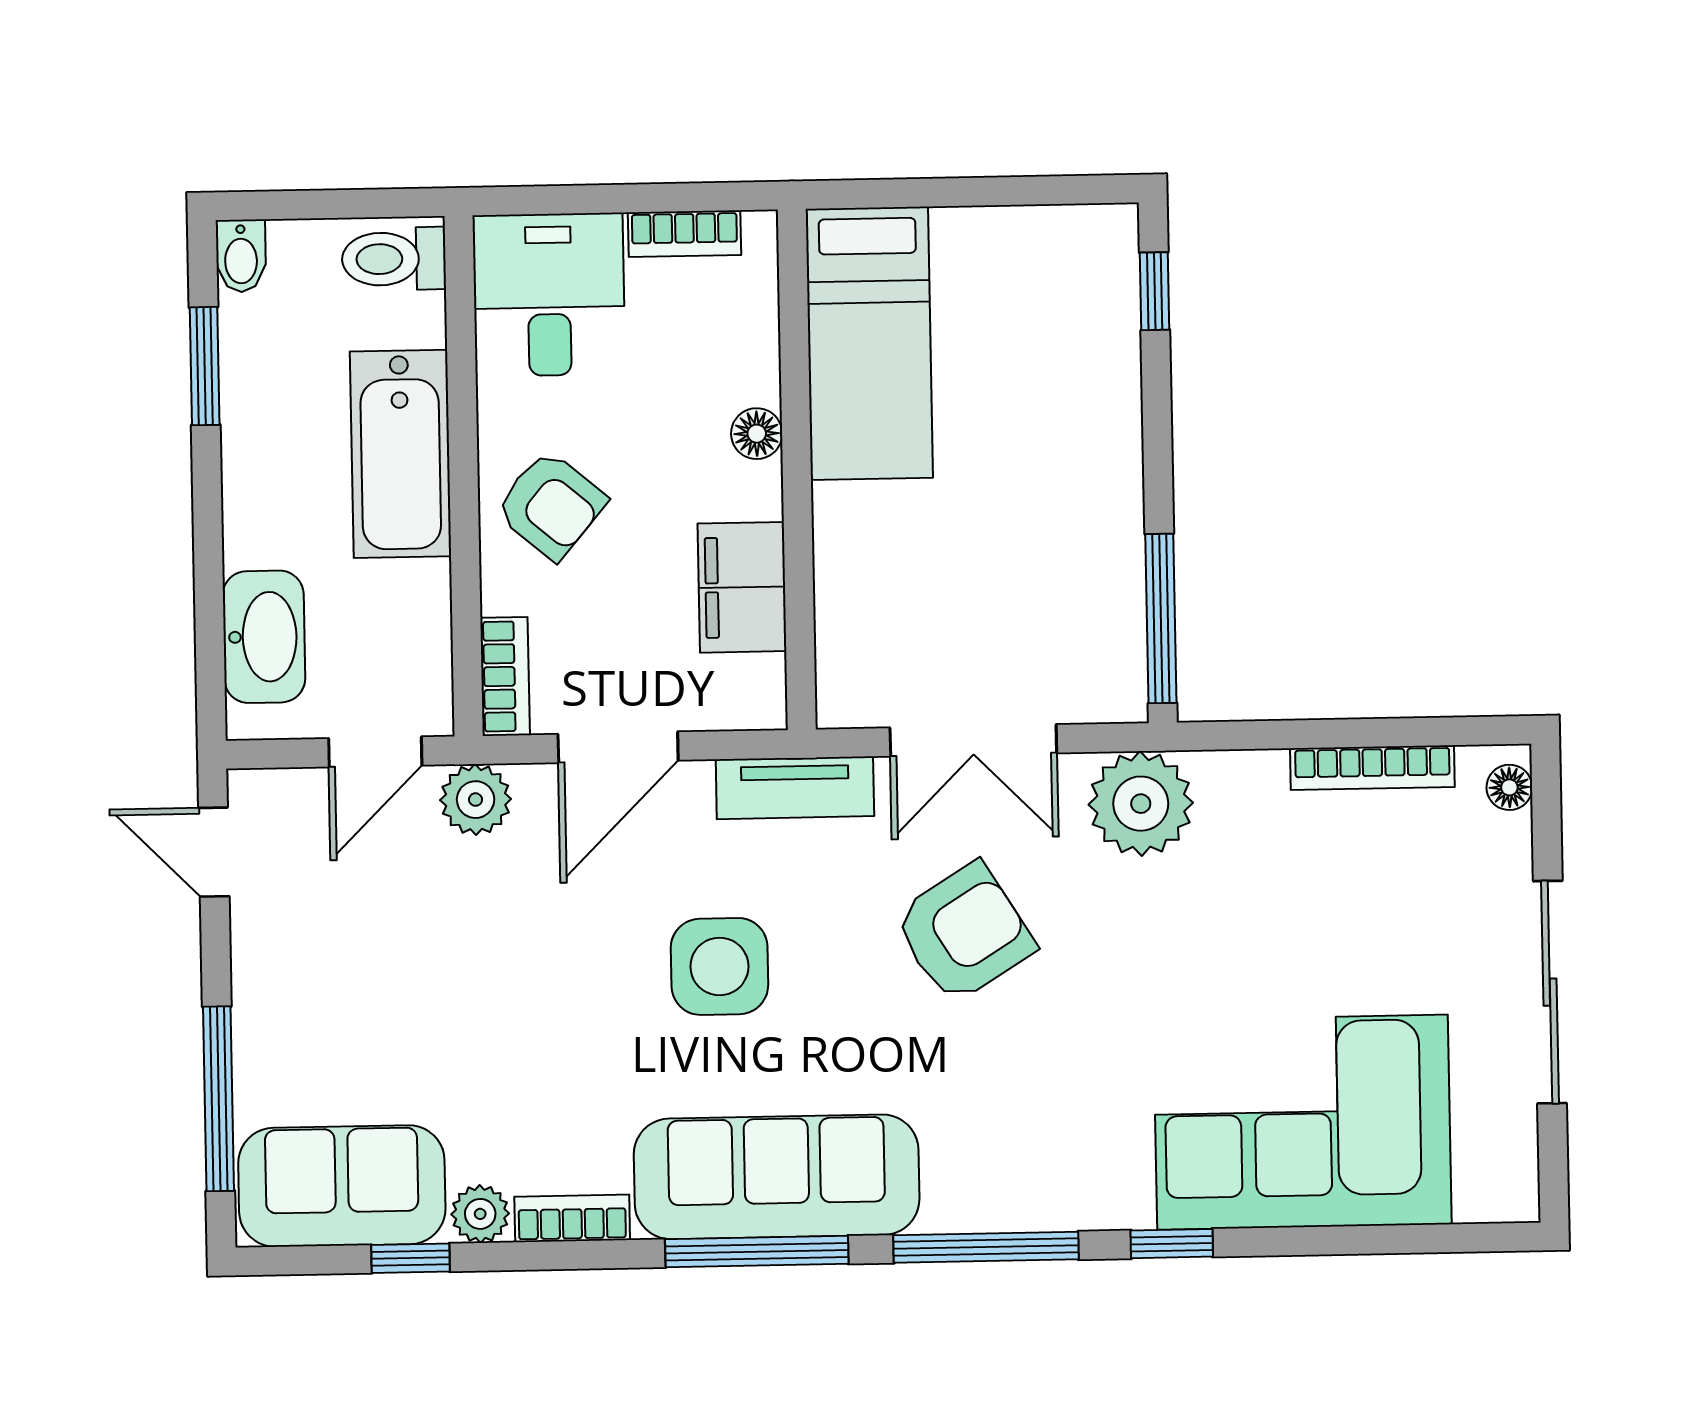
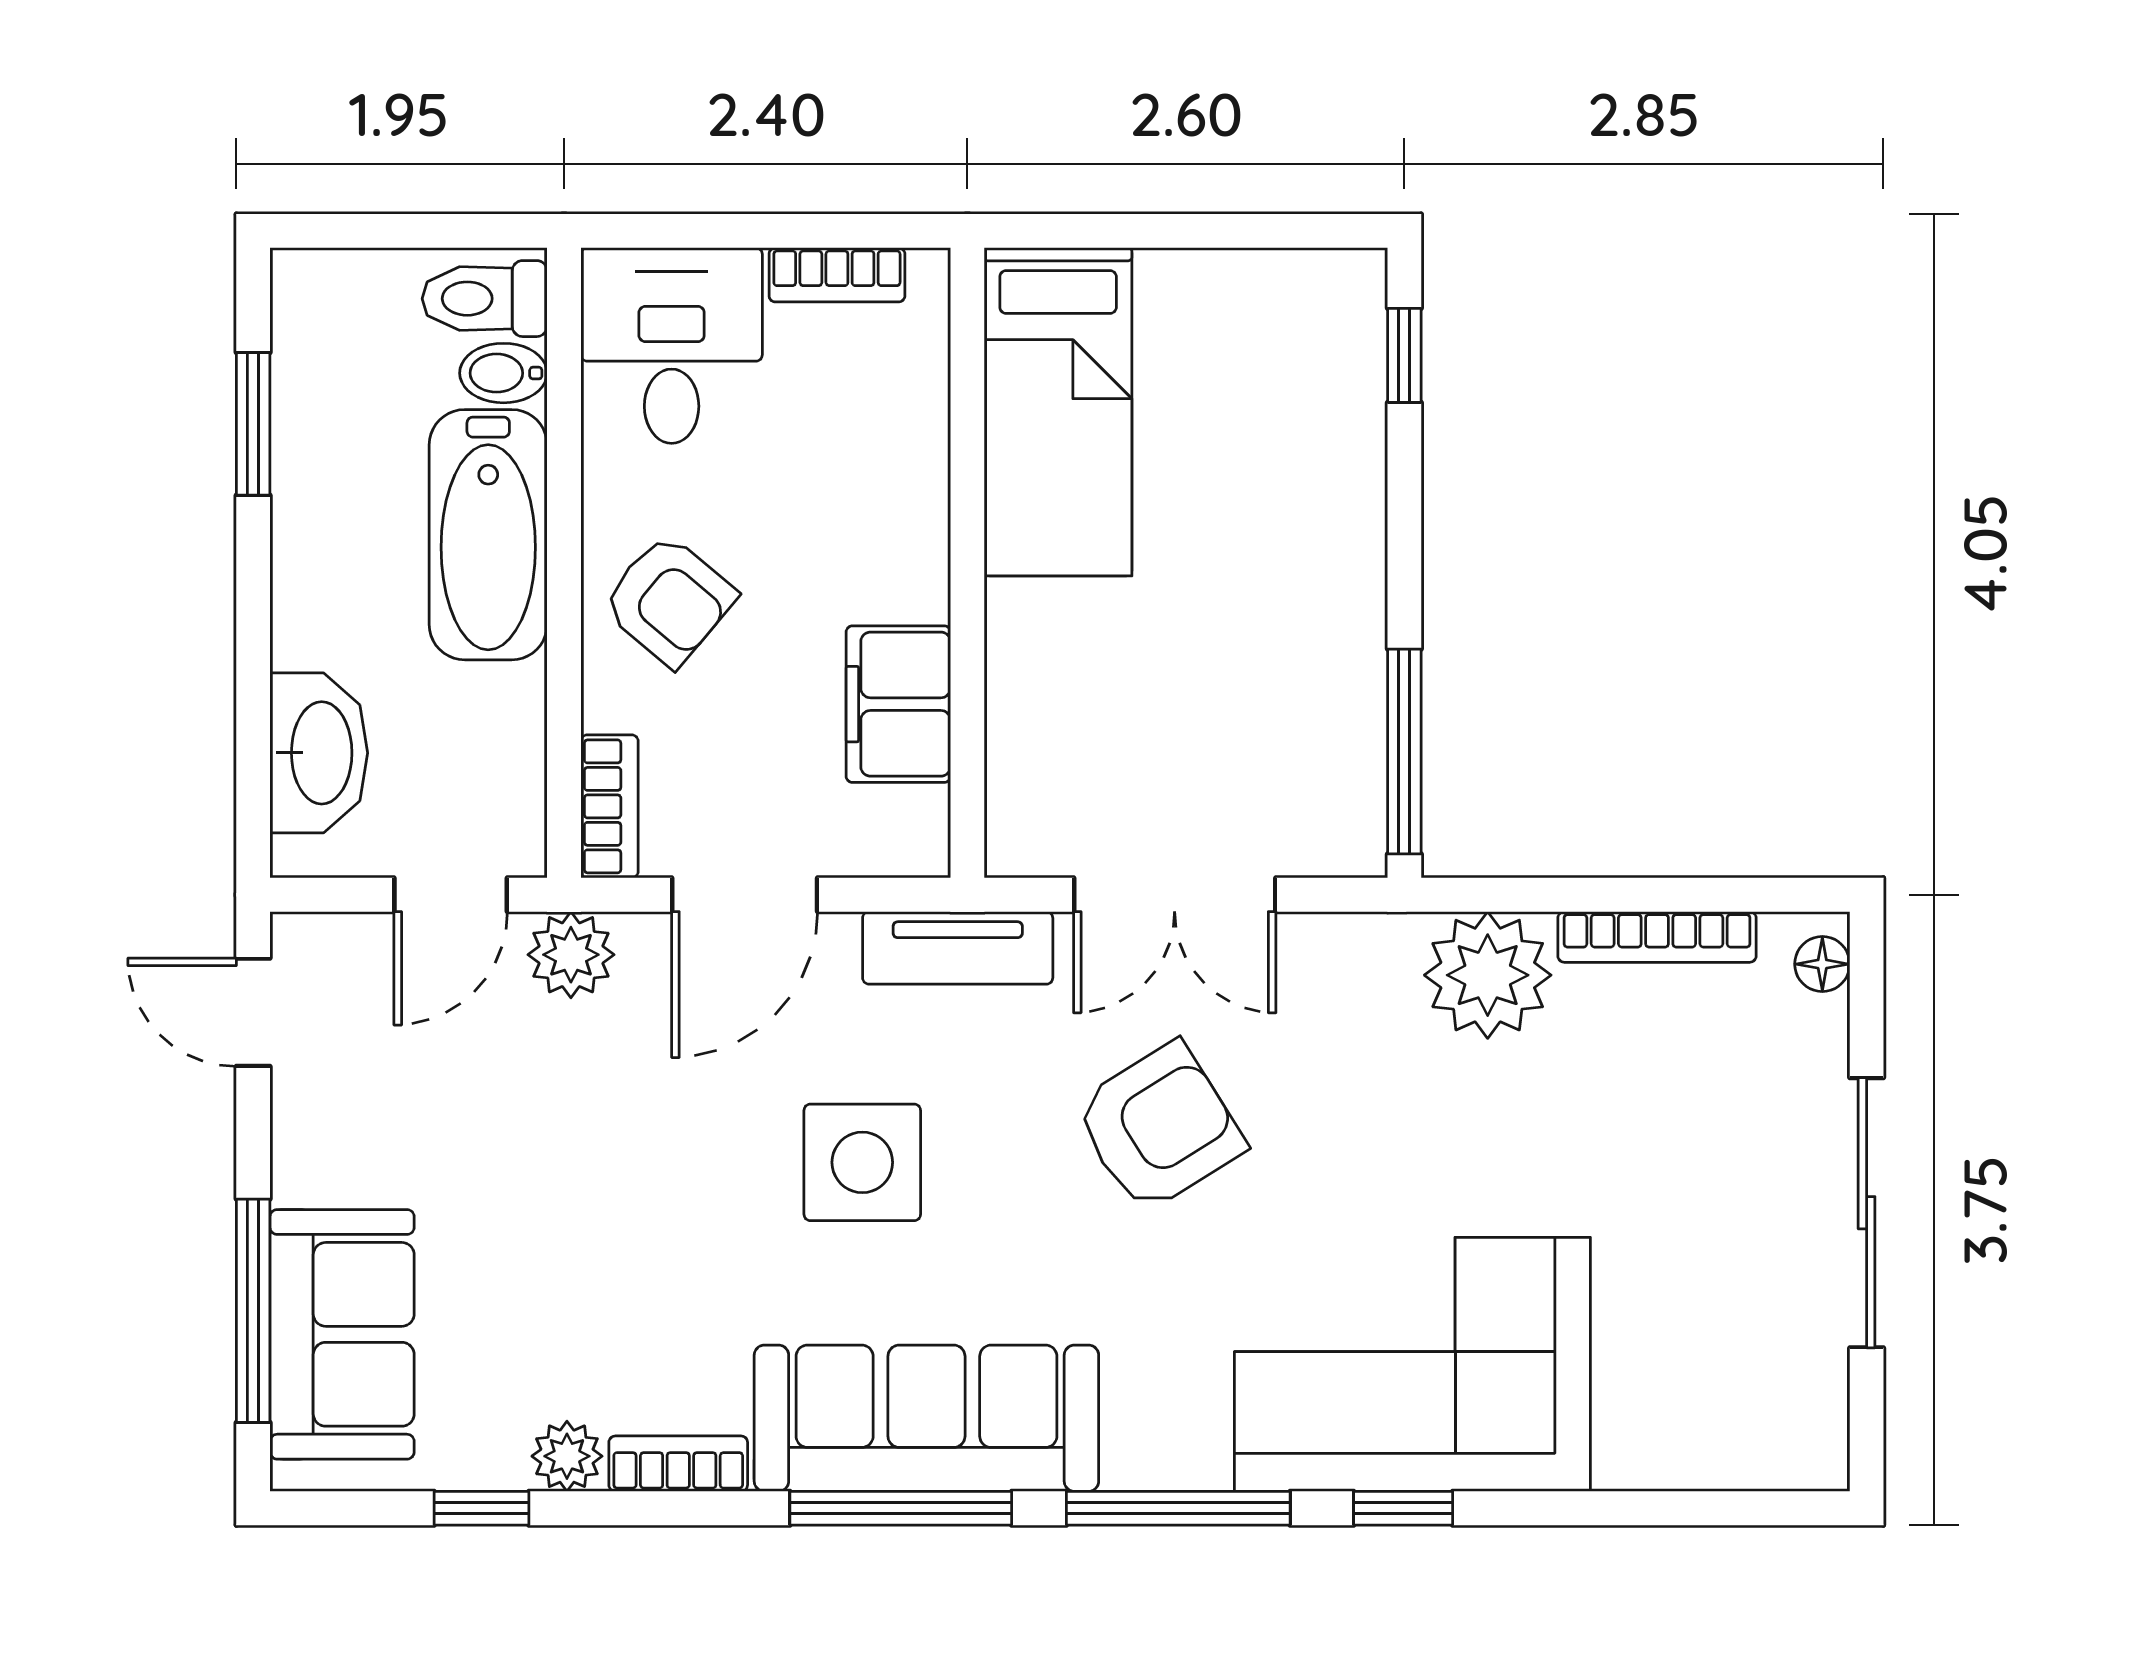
bidet: (241, 256) -> (503, 373), moved, turned 90
floor lamp: (757, 434) -> (920, 518), removed
plant: (1141, 804) -> (1488, 975), moved
corner sofa: (1303, 1122) -> (1412, 1364), moved
sofa: (342, 1186) -> (342, 1334), moved, turned 90

